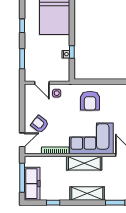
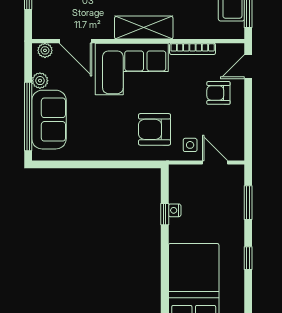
armchair: (90, 101) -> (154, 129), moved, turned -90
armchair: (40, 124) -> (218, 93), turned 142

